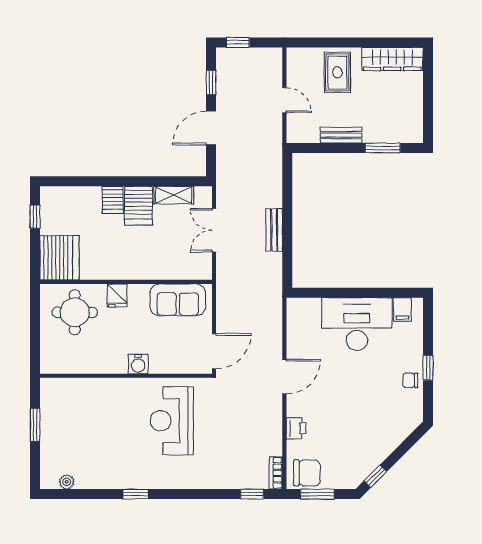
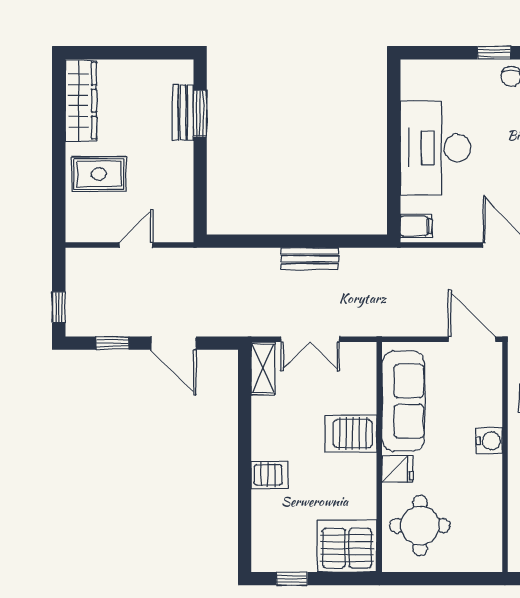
bench: (341, 135) -> (183, 113), moved
shelving: (174, 195) -> (263, 368), moved
server rack: (138, 206) -> (351, 434), moved, turned 180
sofa: (178, 300) -> (403, 401), width x1.36
filing cabinet: (403, 309) -> (416, 226), moved

